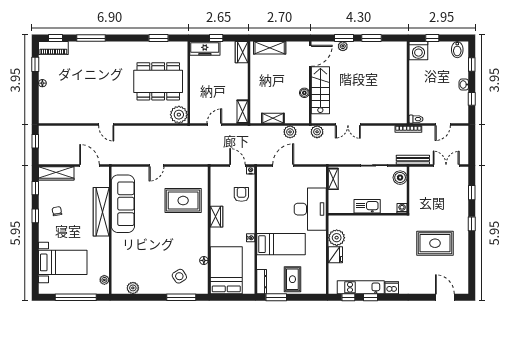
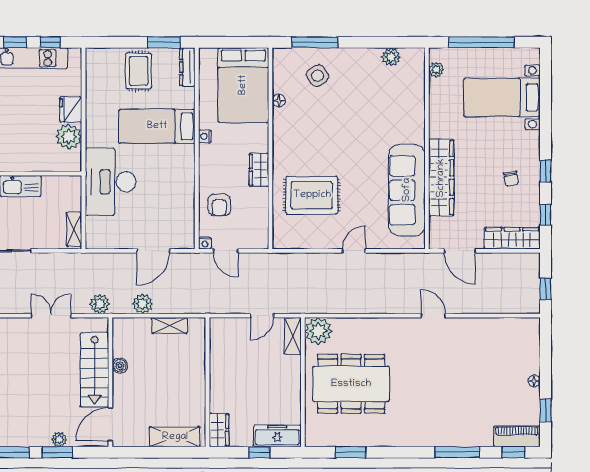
shelving: (242, 112) -> (293, 336), moved

